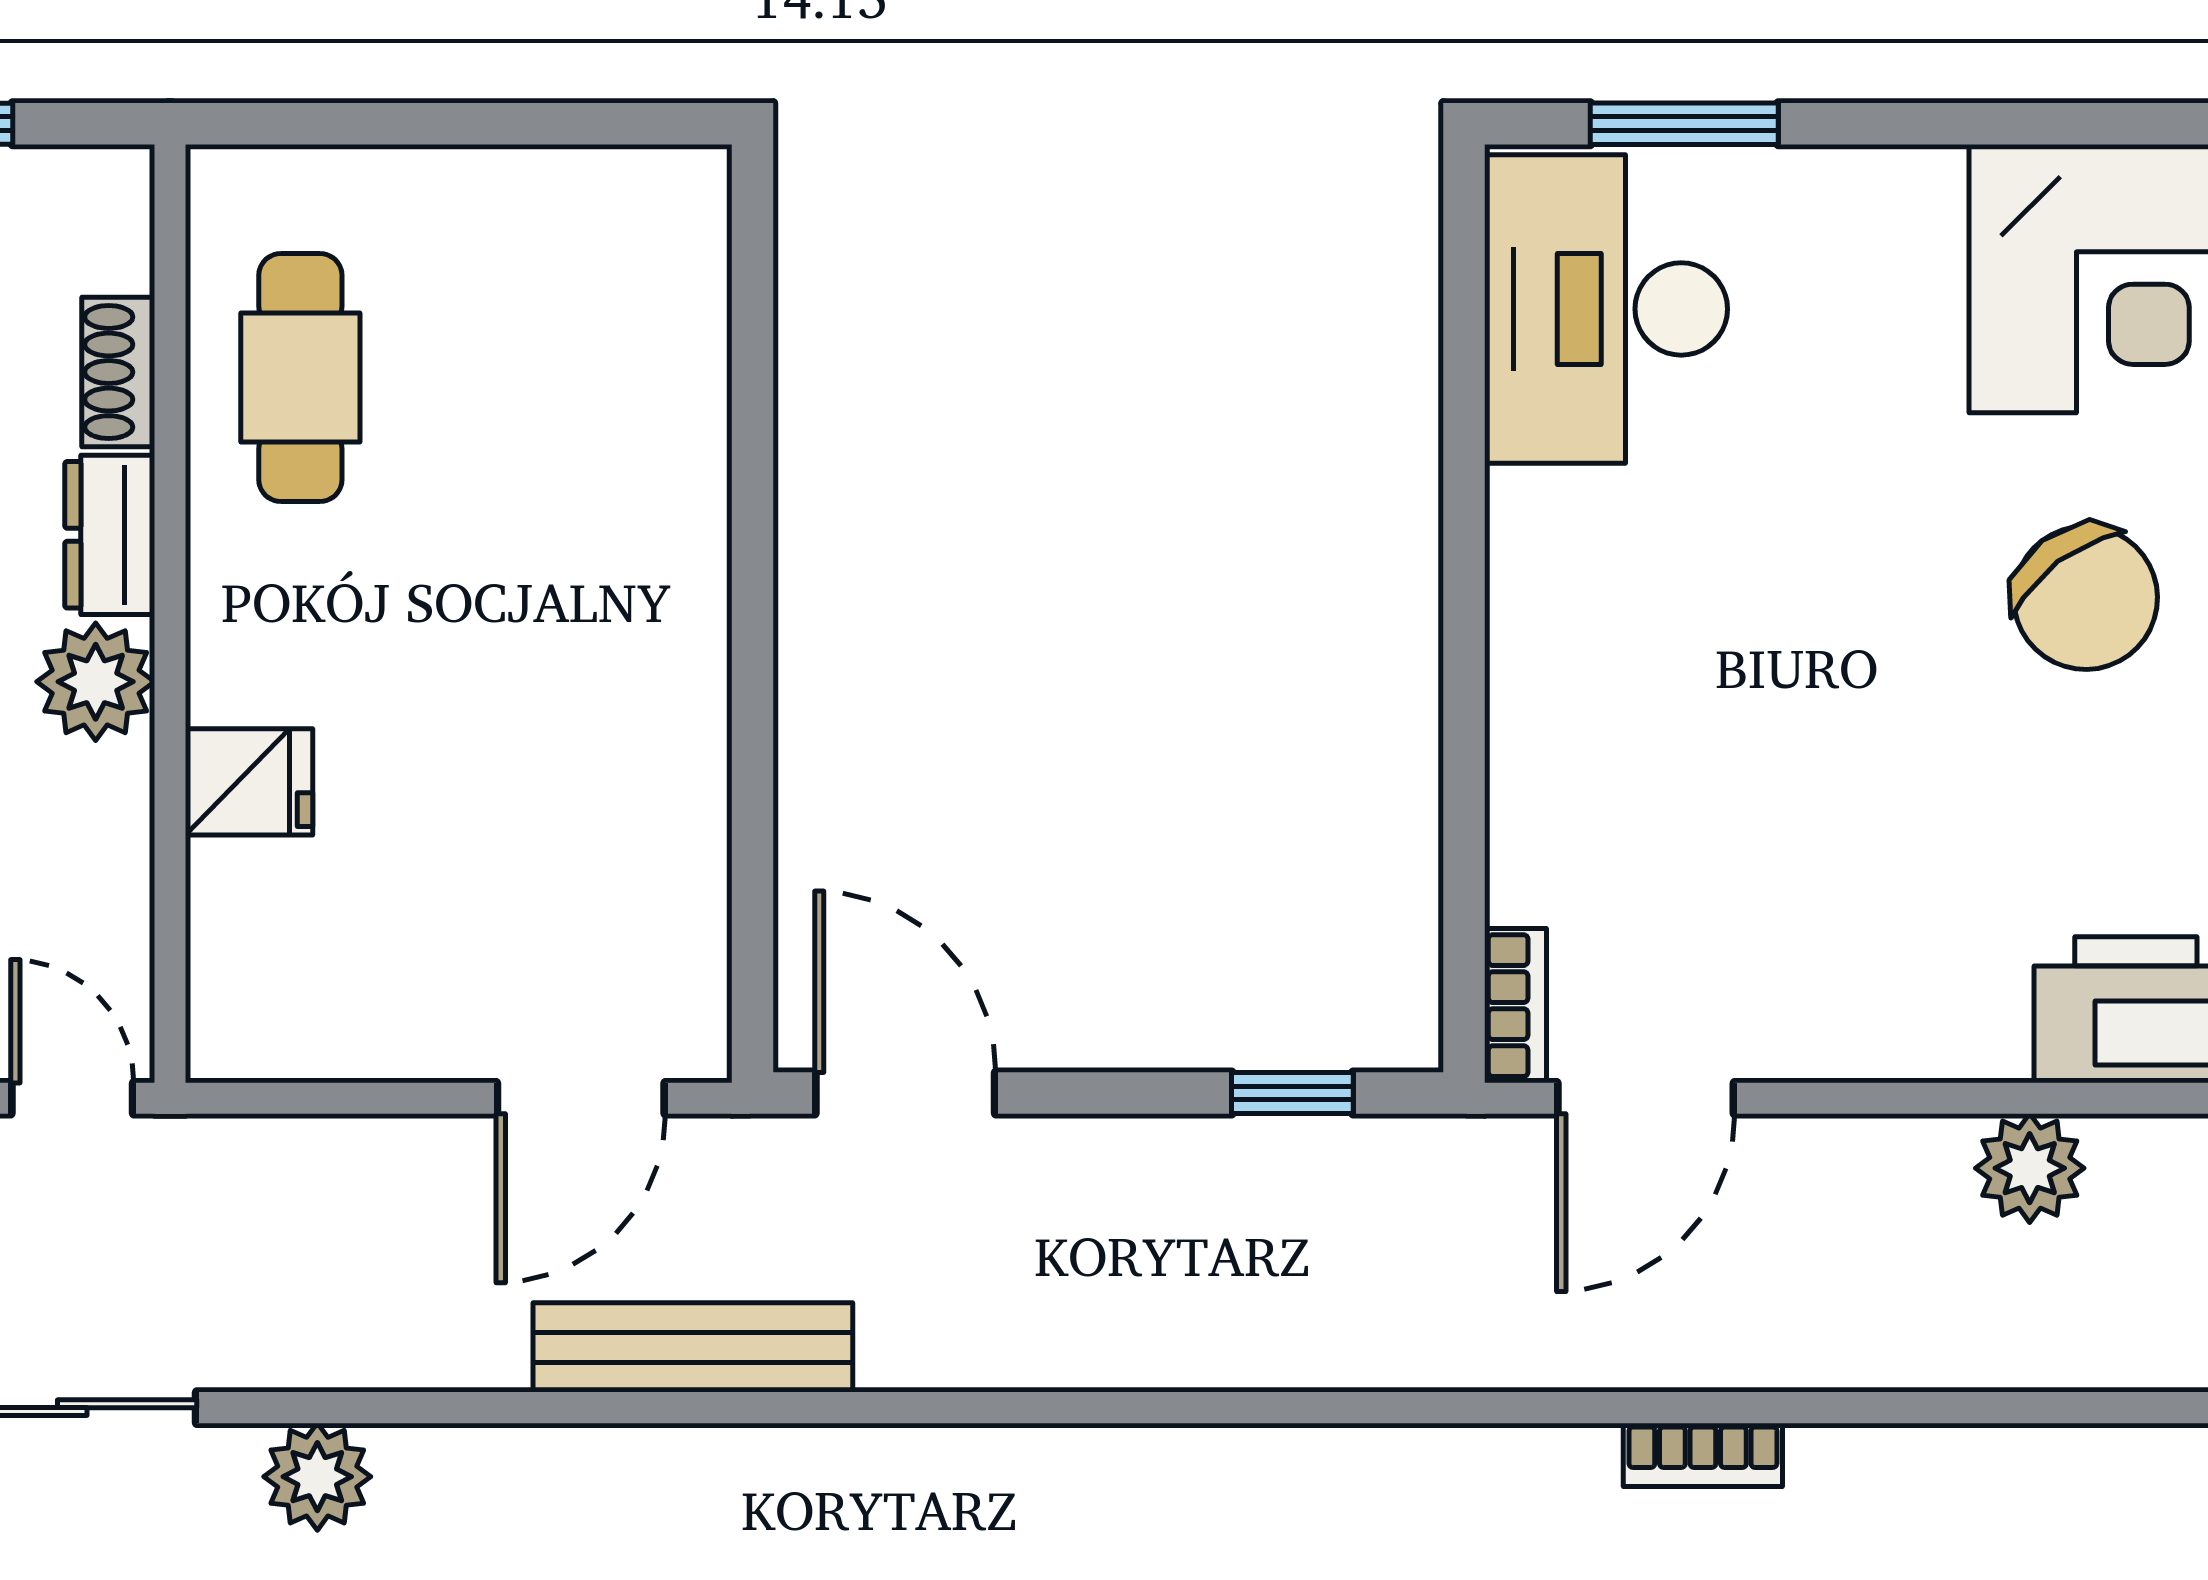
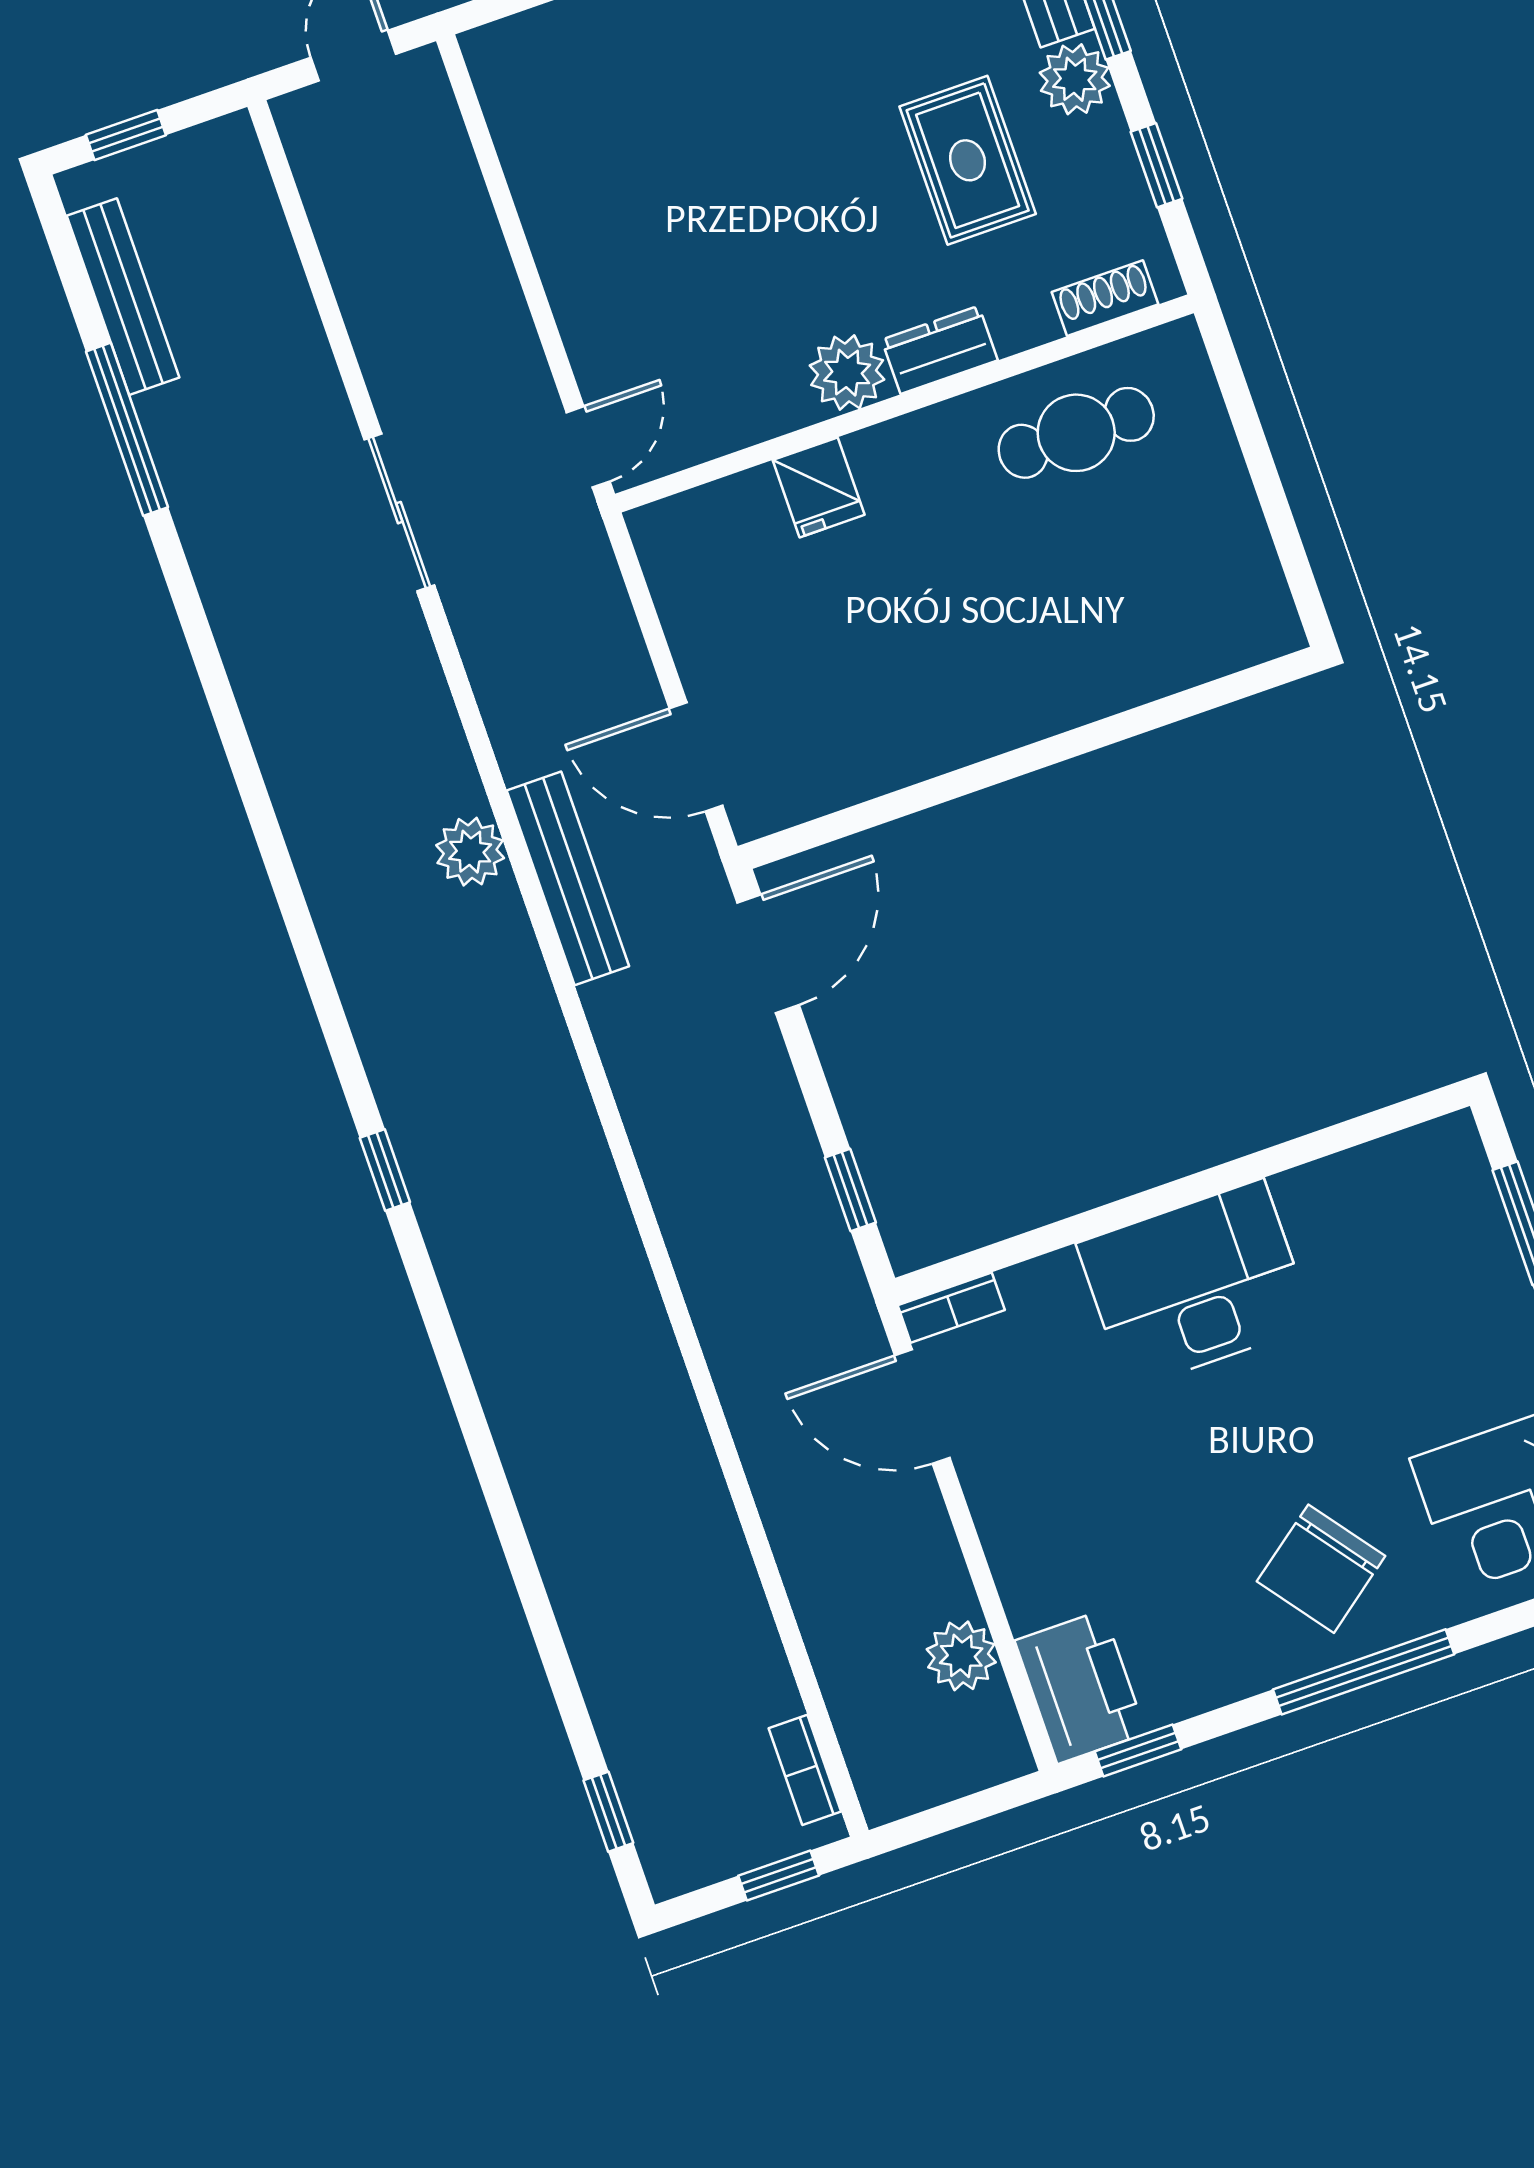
desk: (1606, 309) -> (1195, 1284), moved
shoe rack: (118, 372) -> (1105, 298), moved
bookcase: (1703, 1455) -> (805, 1770), moved
plant: (317, 1477) -> (470, 852), moved

